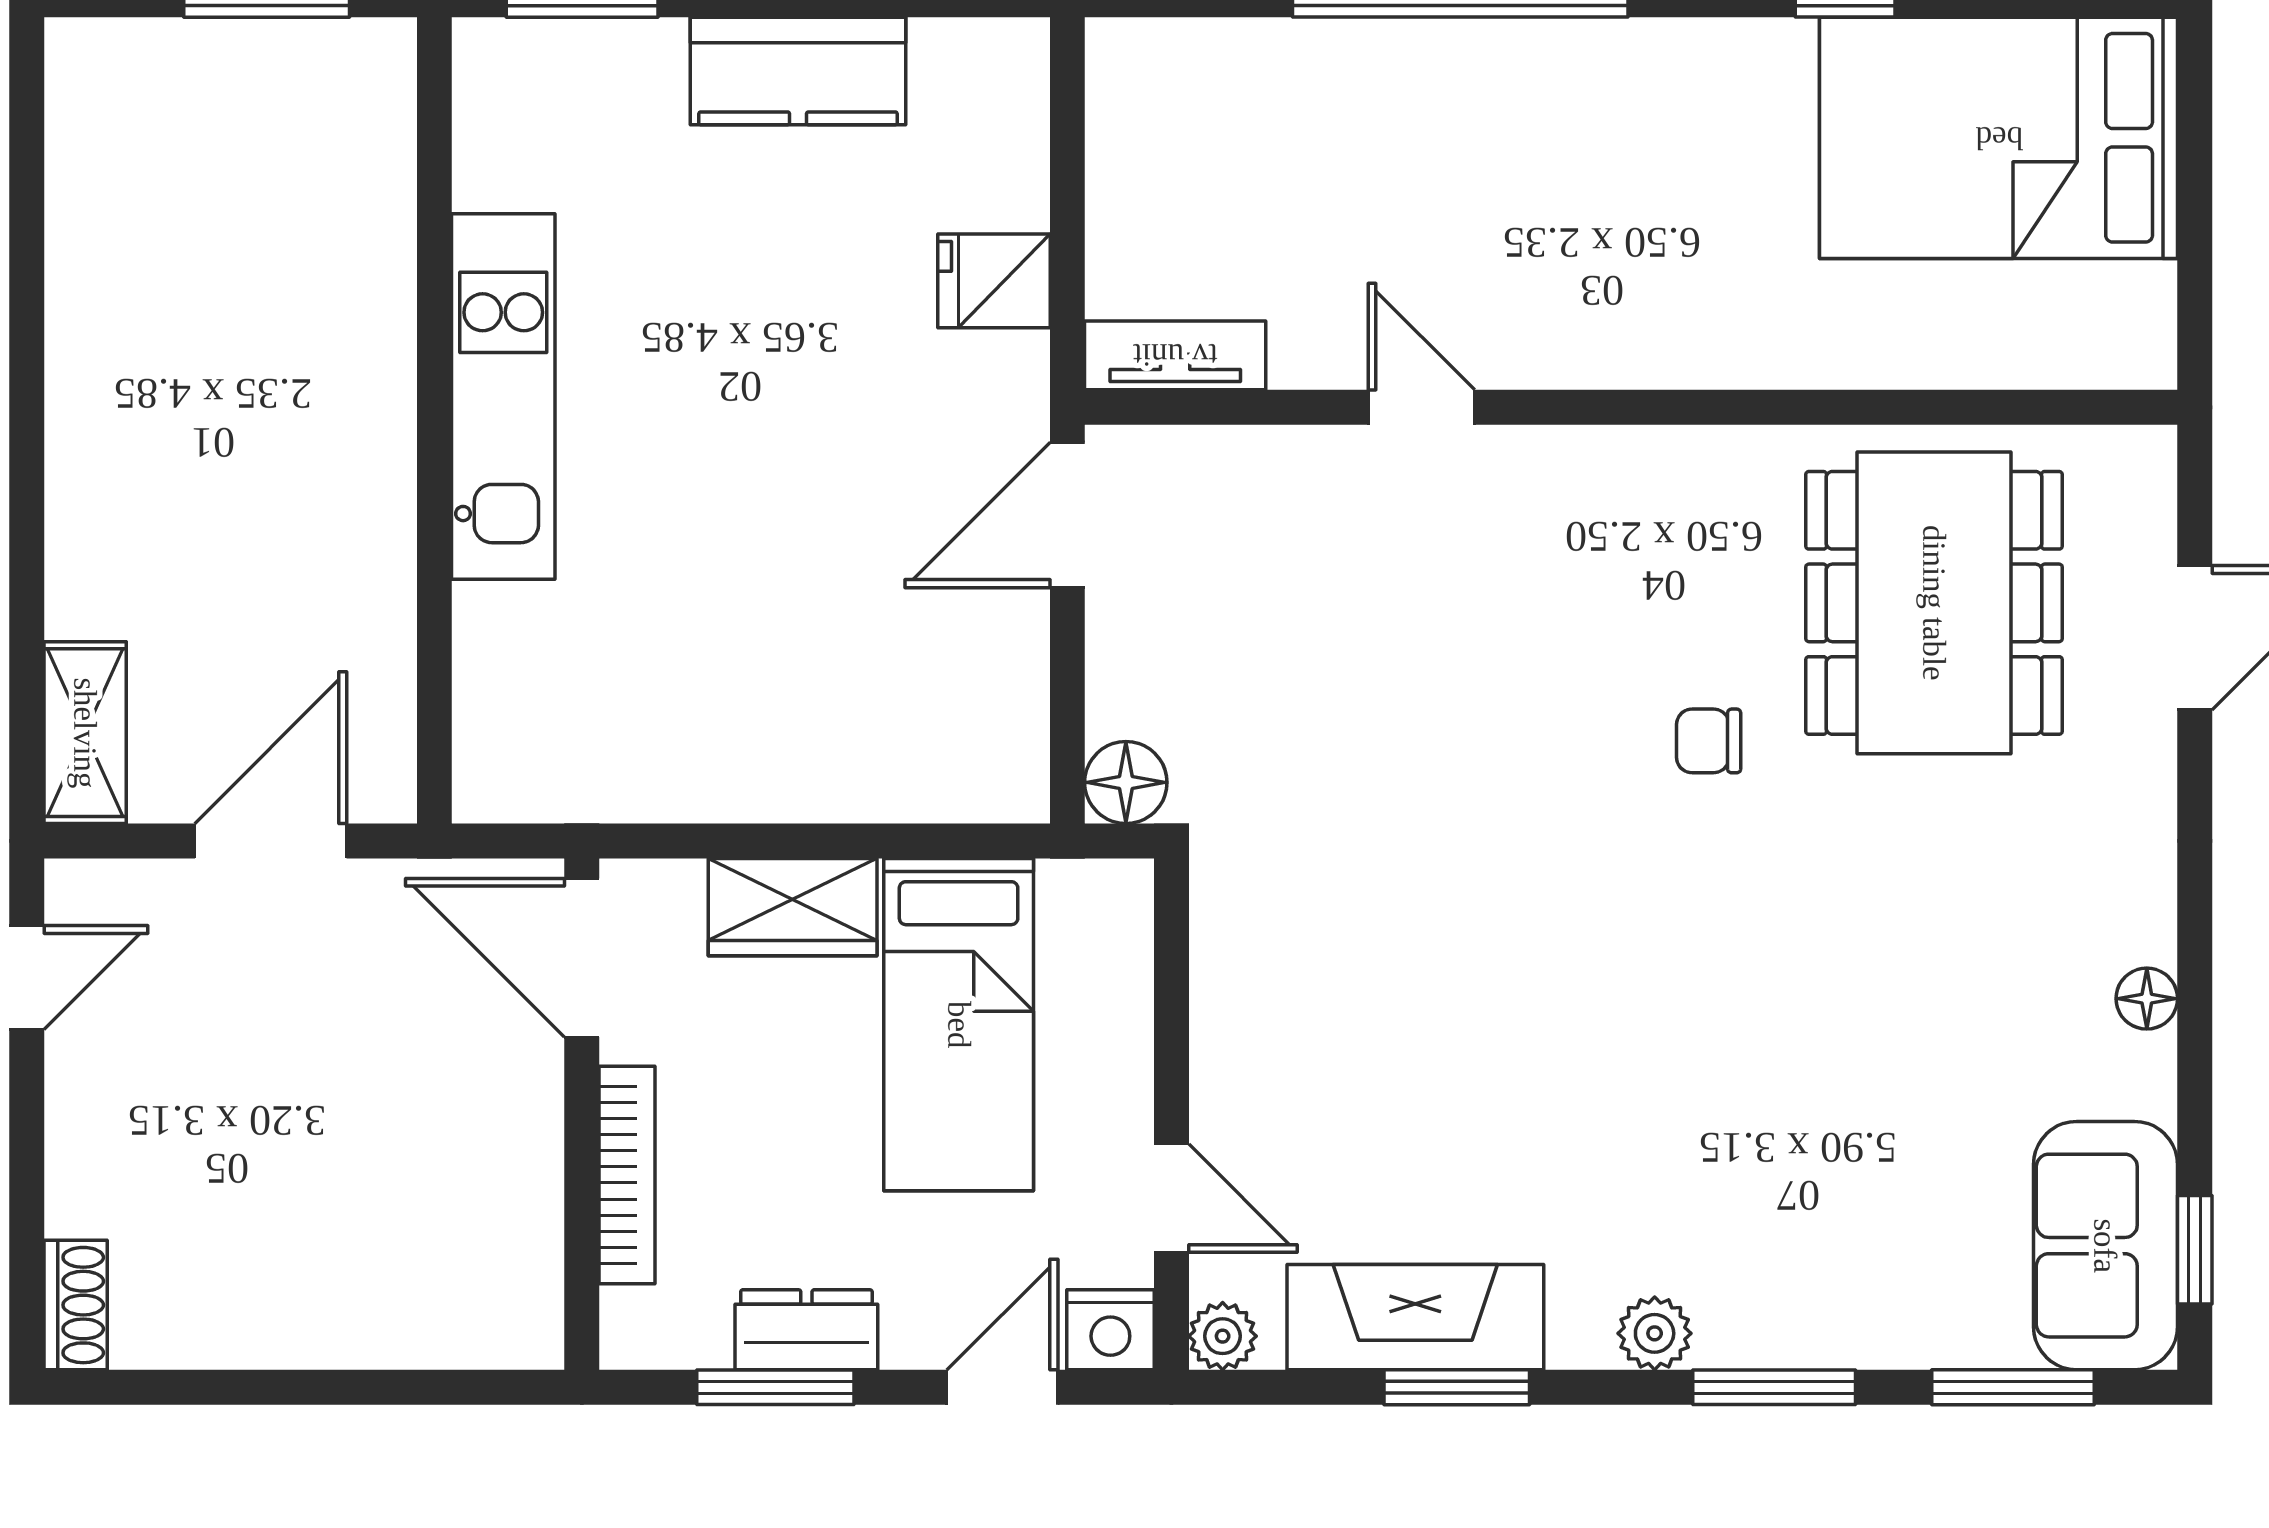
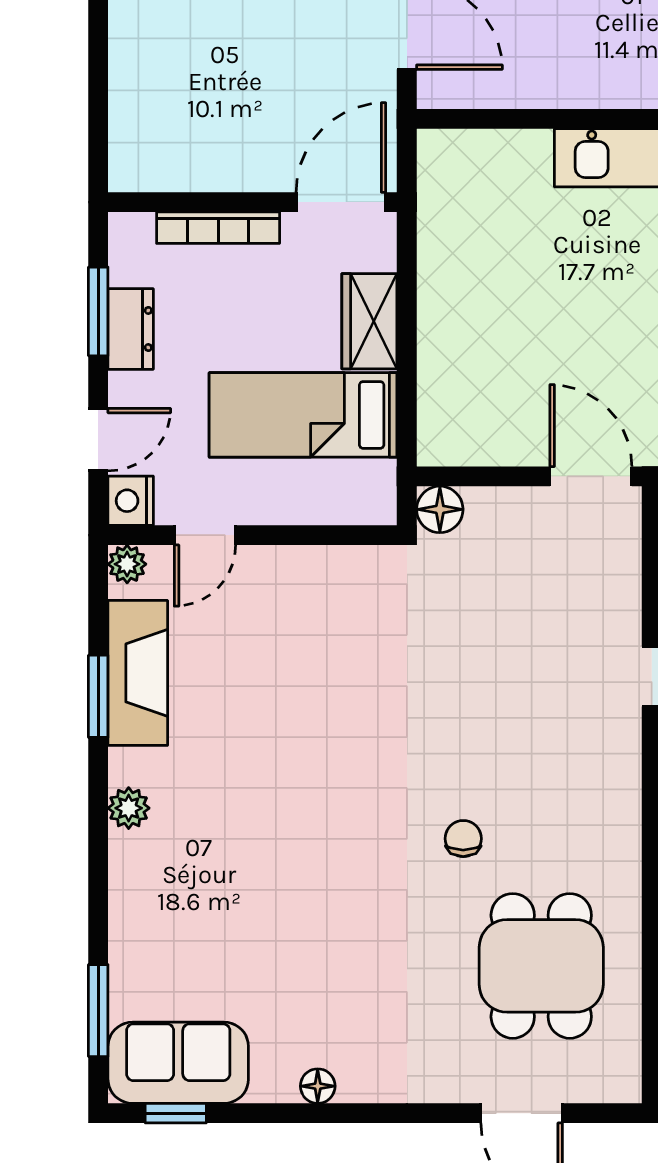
dining table: (1934, 603) -> (541, 966), width x0.73
door: (1002, 1387) -> (98, 440), hinge flipped
window: (1774, 1387) -> (98, 876), removed

